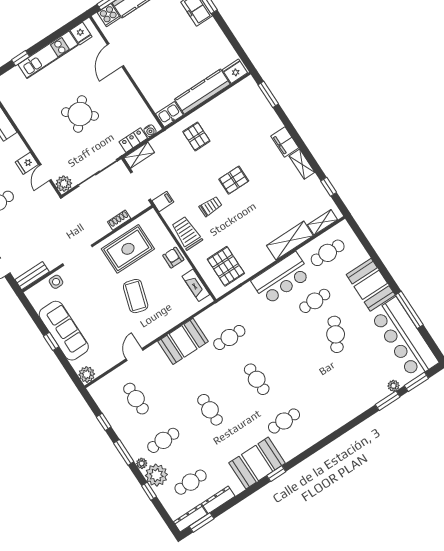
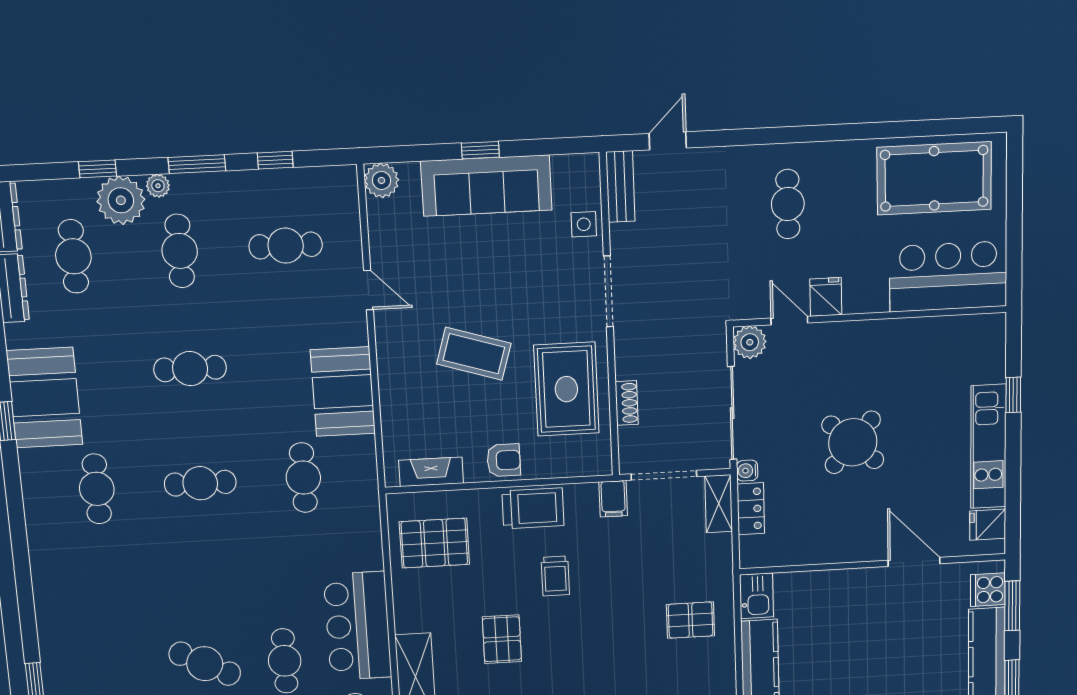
water cooler: (150, 131) -> (747, 471), moved
pallet: (234, 180) -> (502, 639), moved

